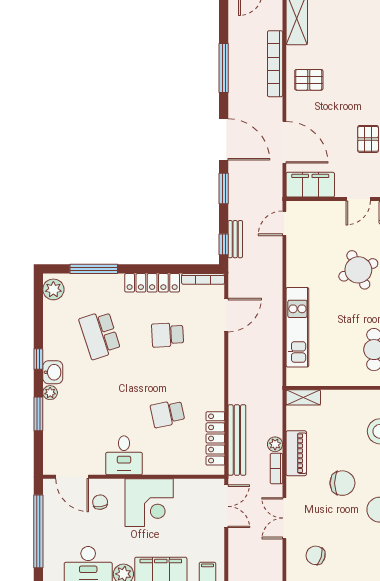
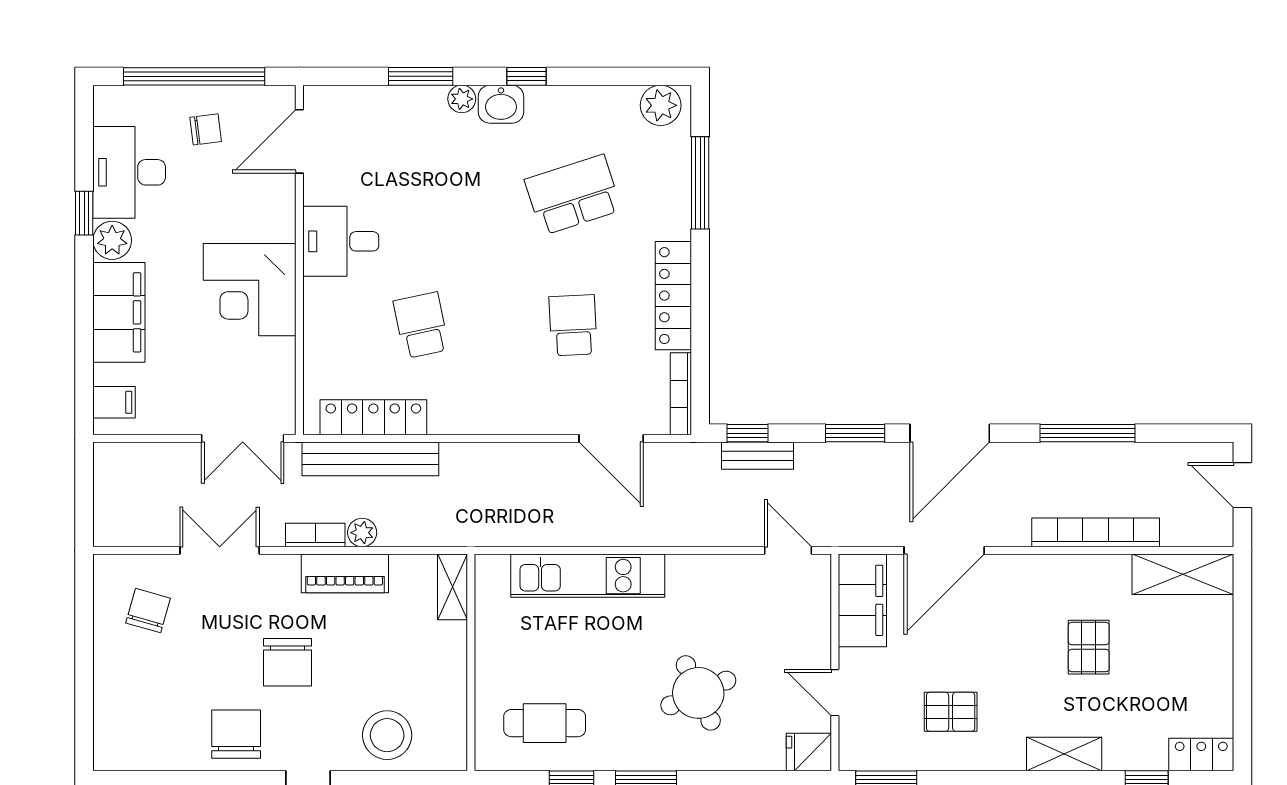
pallet: (309, 80) -> (1089, 647), moved
chair: (100, 502) -> (206, 129), moved

